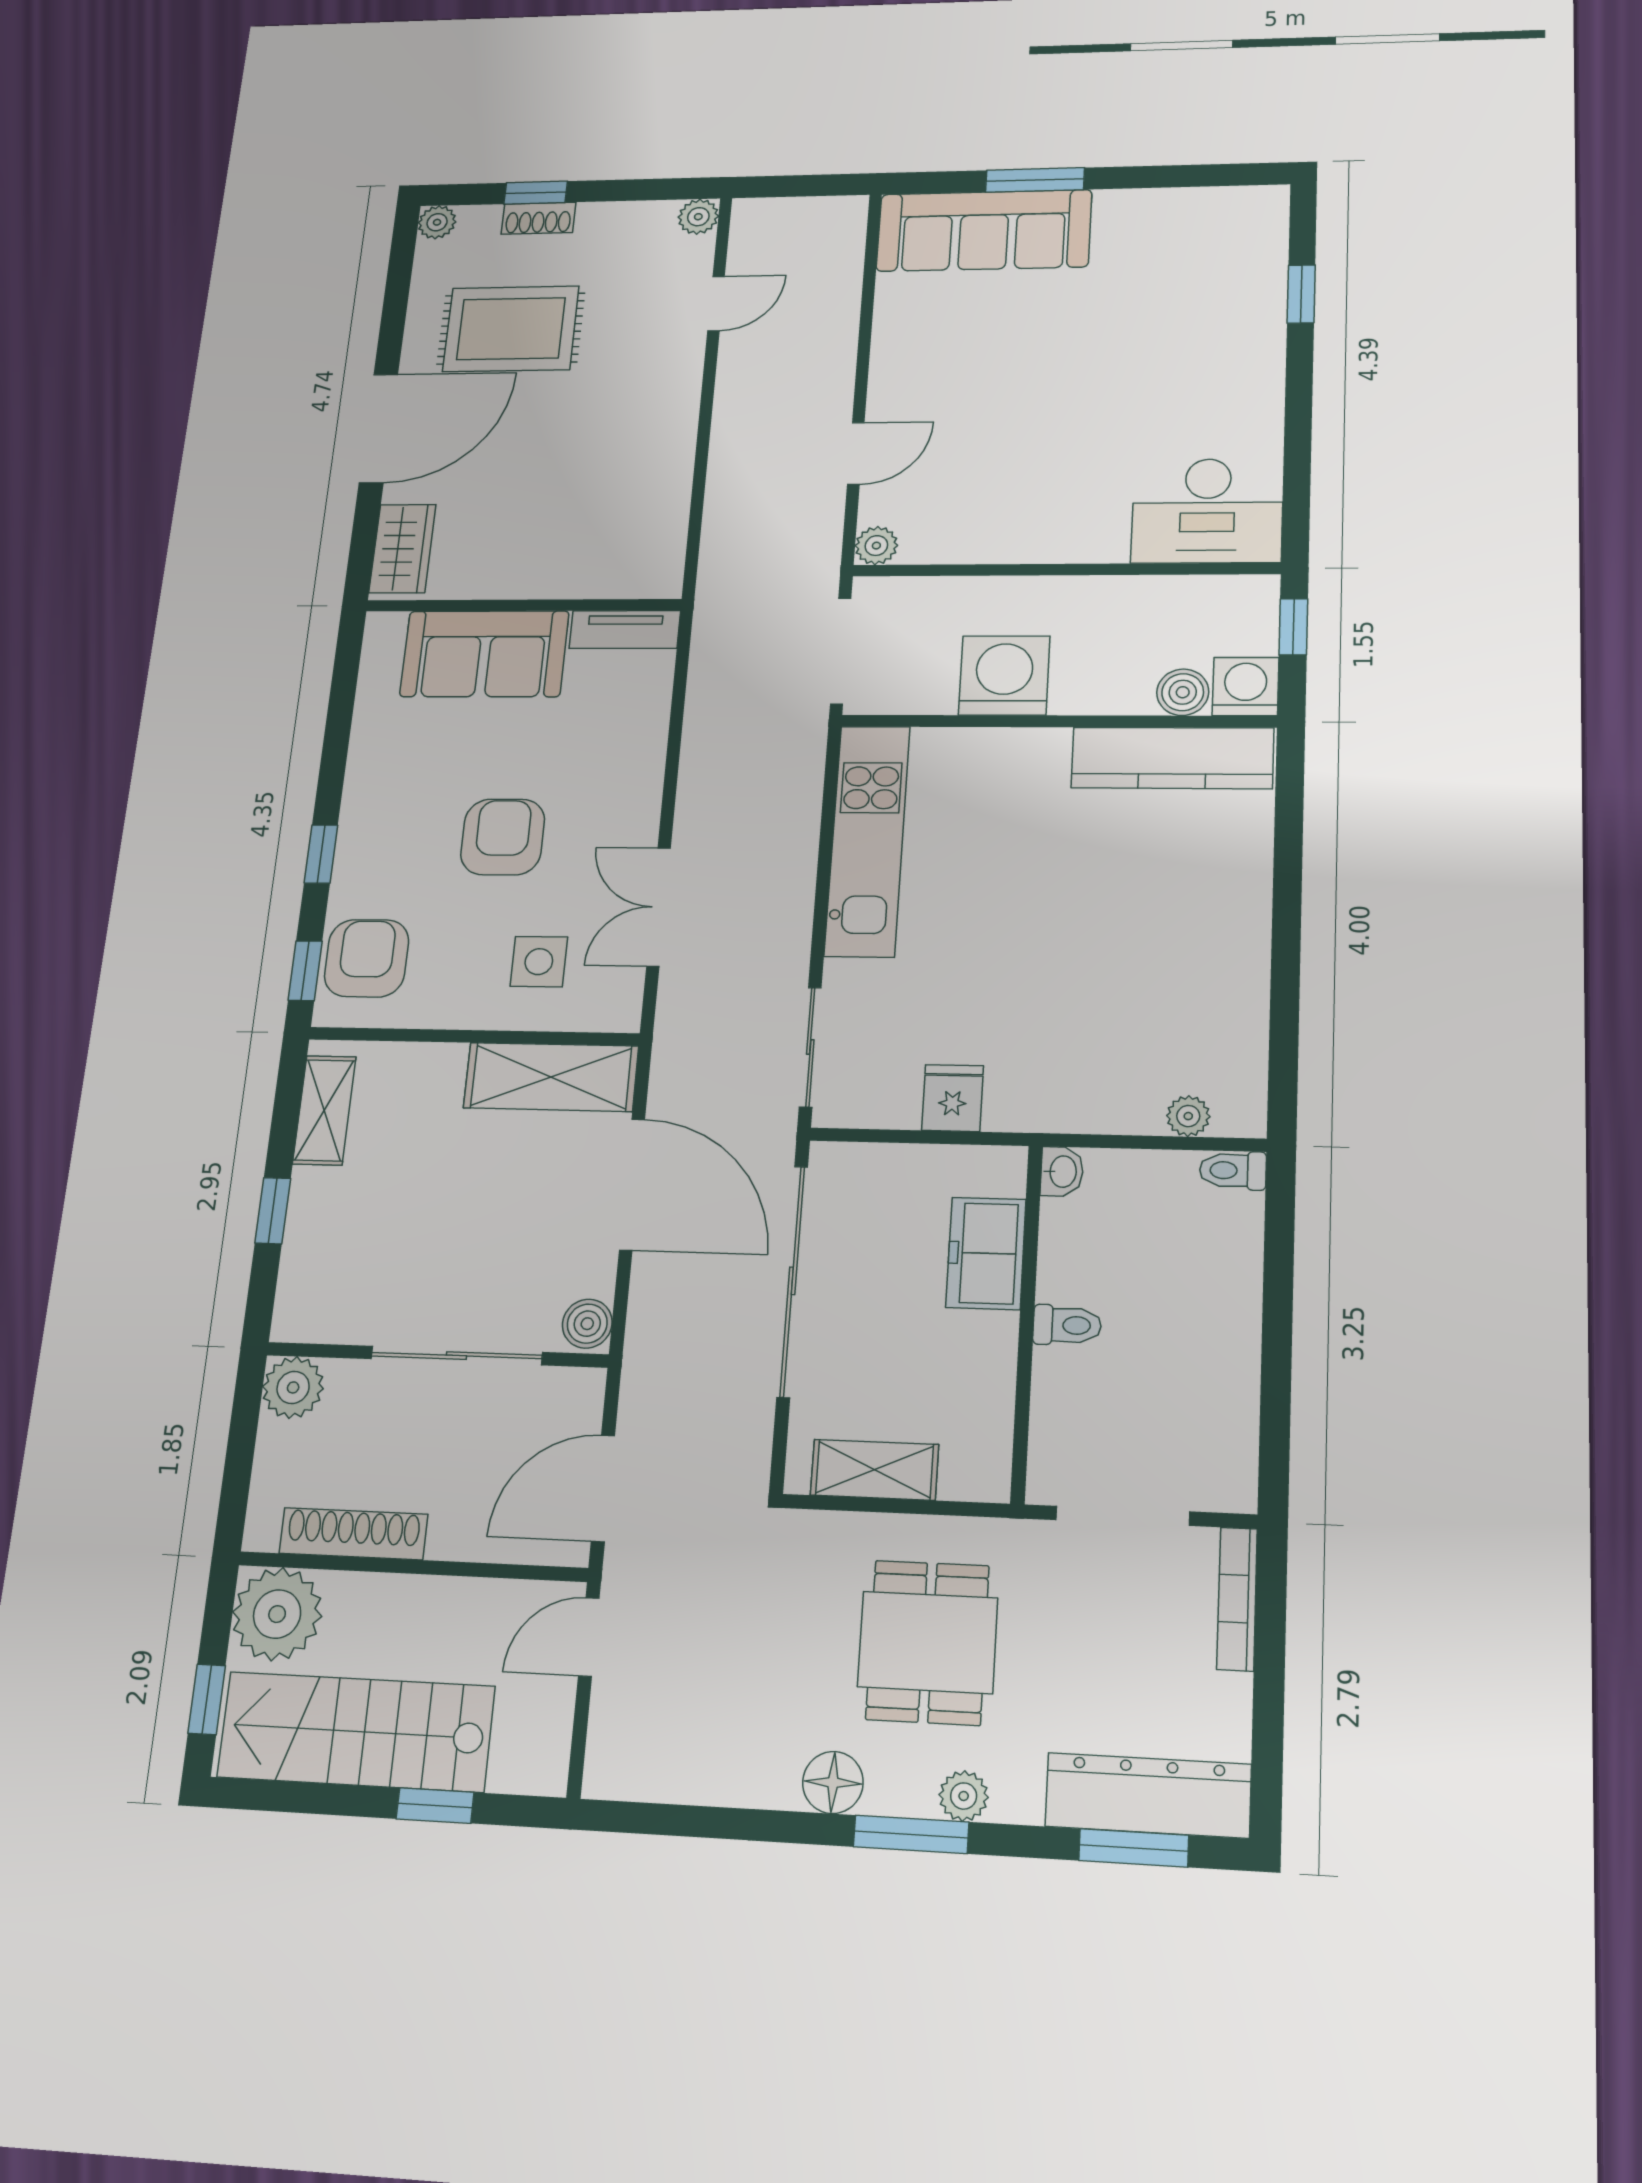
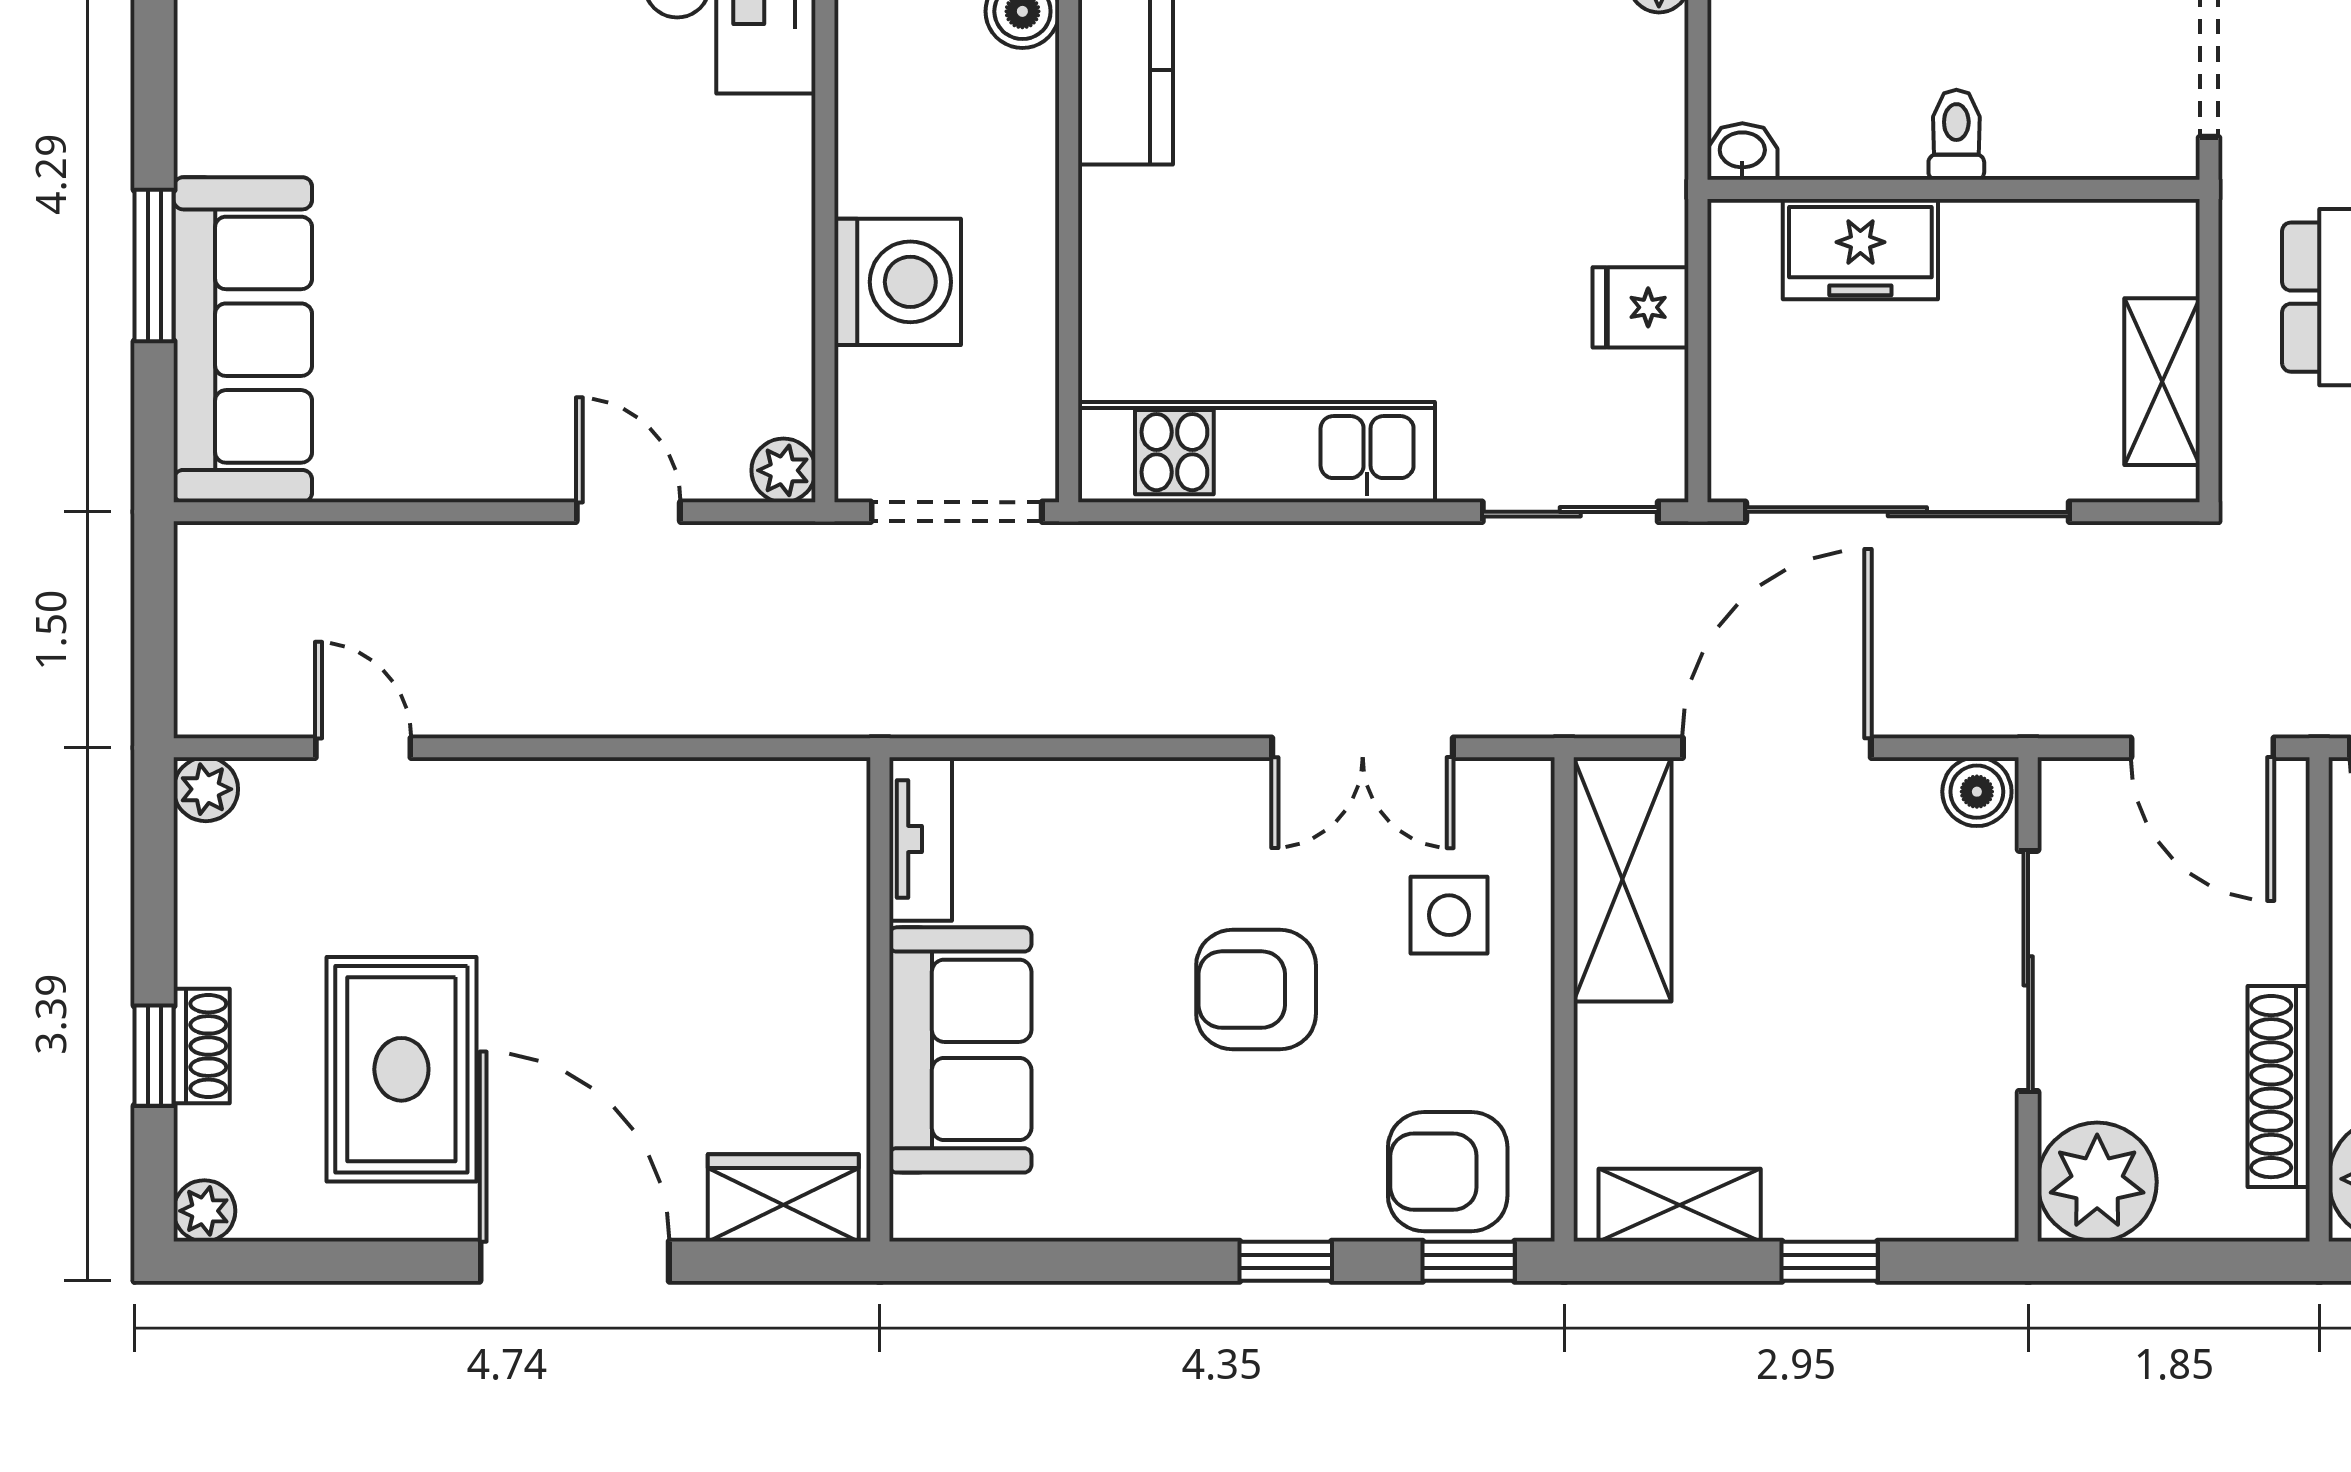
washing machine: (1004, 675) -> (898, 282), moved, turned 180
plant: (293, 1387) -> (2097, 1182), width x1.36, depth x1.36

